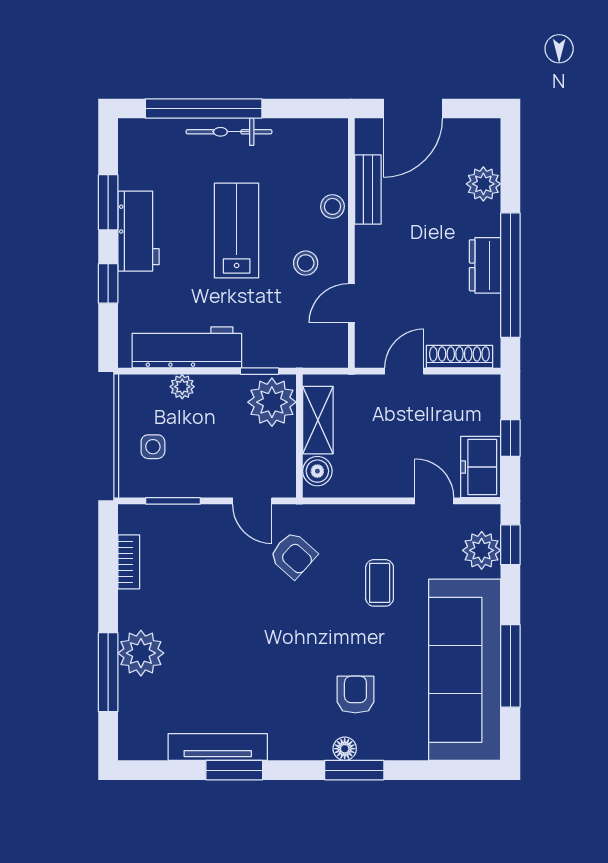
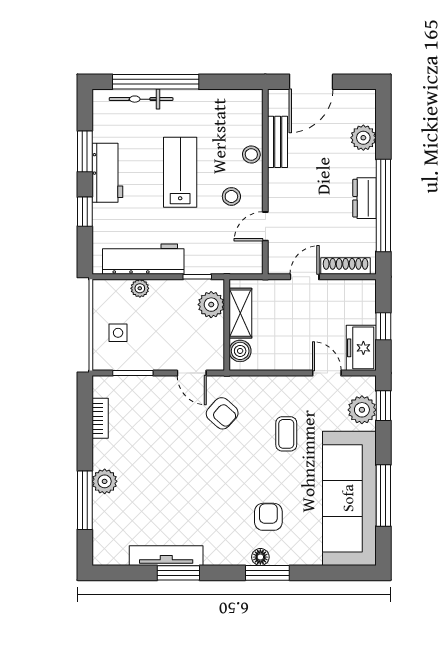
bicycle: (229, 132) -> (141, 99), moved
plant: (272, 402) -> (211, 305), width x0.73, depth x0.73
plant: (141, 653) -> (105, 481), width x0.73, depth x0.73

